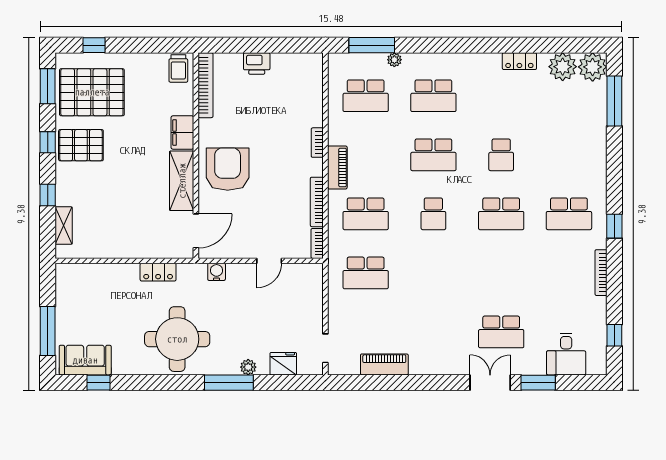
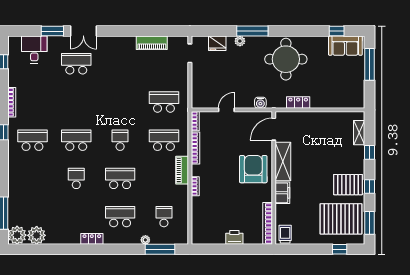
locker: (519, 61) -> (92, 239), moved
school desk: (366, 96) -> (164, 217), width x0.54
armchair: (228, 169) -> (253, 169), turned 180

